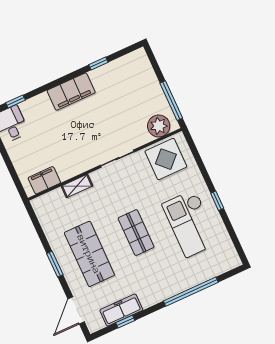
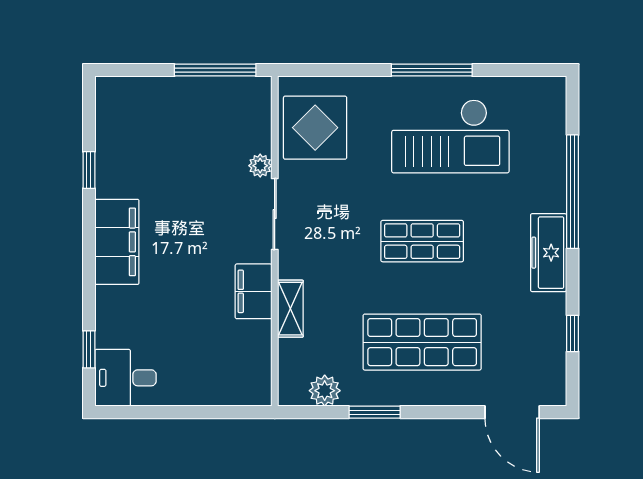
plant: (159, 126) -> (260, 166), moved, width x0.53, depth x0.53
filing cabinet: (44, 180) -> (253, 291), moved
window: (217, 201) -> (432, 70), width x2.17
plant: (46, 219) -> (325, 391), added
window: (55, 264) -> (375, 412), moved
freezer: (121, 310) -> (549, 253), moved

